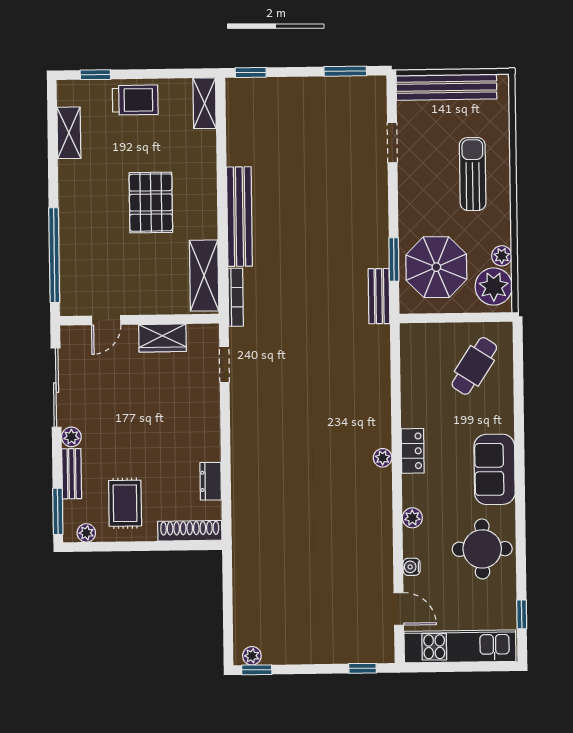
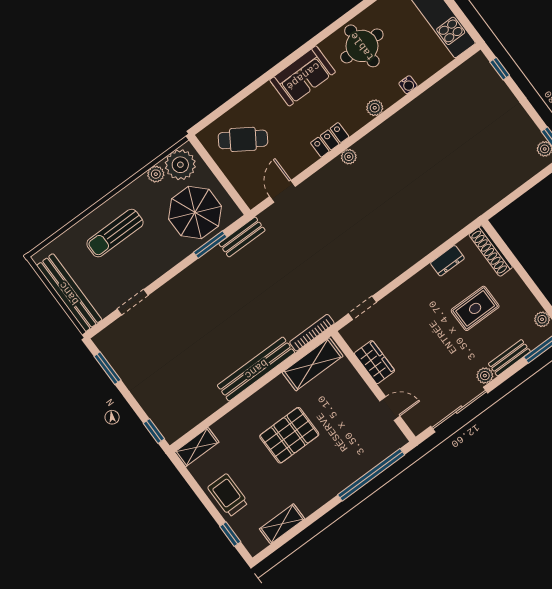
rug: (125, 503) -> (475, 308), moved
door: (399, 609) -> (282, 191), moved

